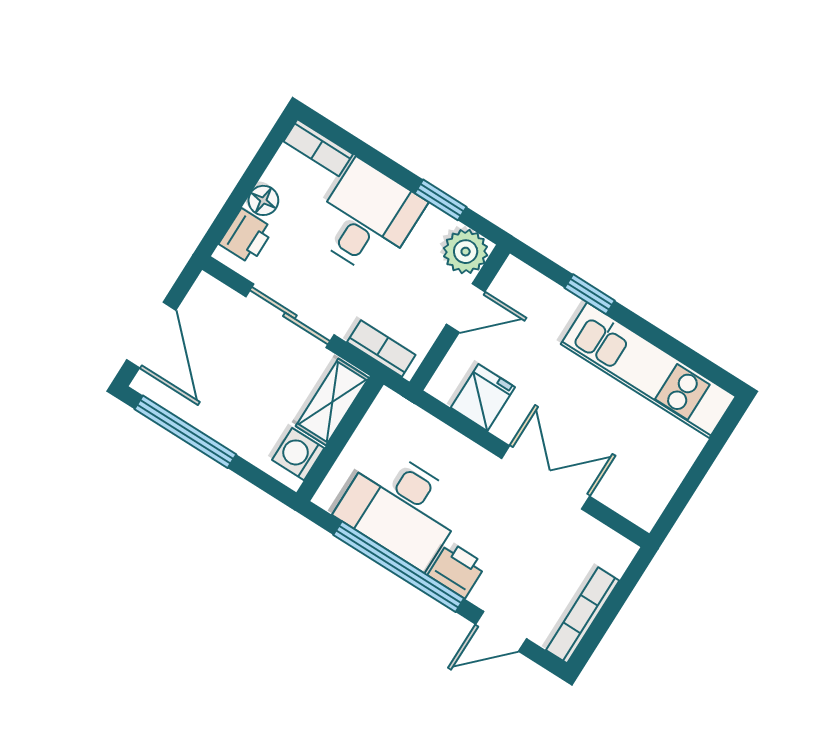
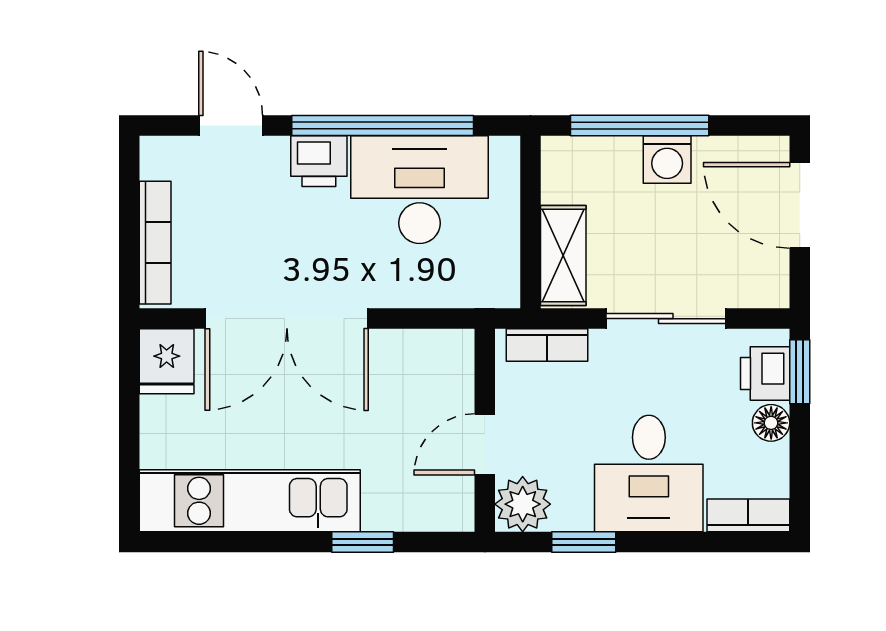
window: (222, 223) -> (800, 372), added
fridge: (483, 397) -> (167, 361), moved
window: (185, 432) -> (640, 126), moved
washing machine: (298, 454) -> (667, 160), moved, turned 90
double door: (546, 477) -> (287, 319), width x1.37
bookcase: (583, 615) -> (155, 243), moved
door: (501, 631) -> (231, 126), hinge flipped

